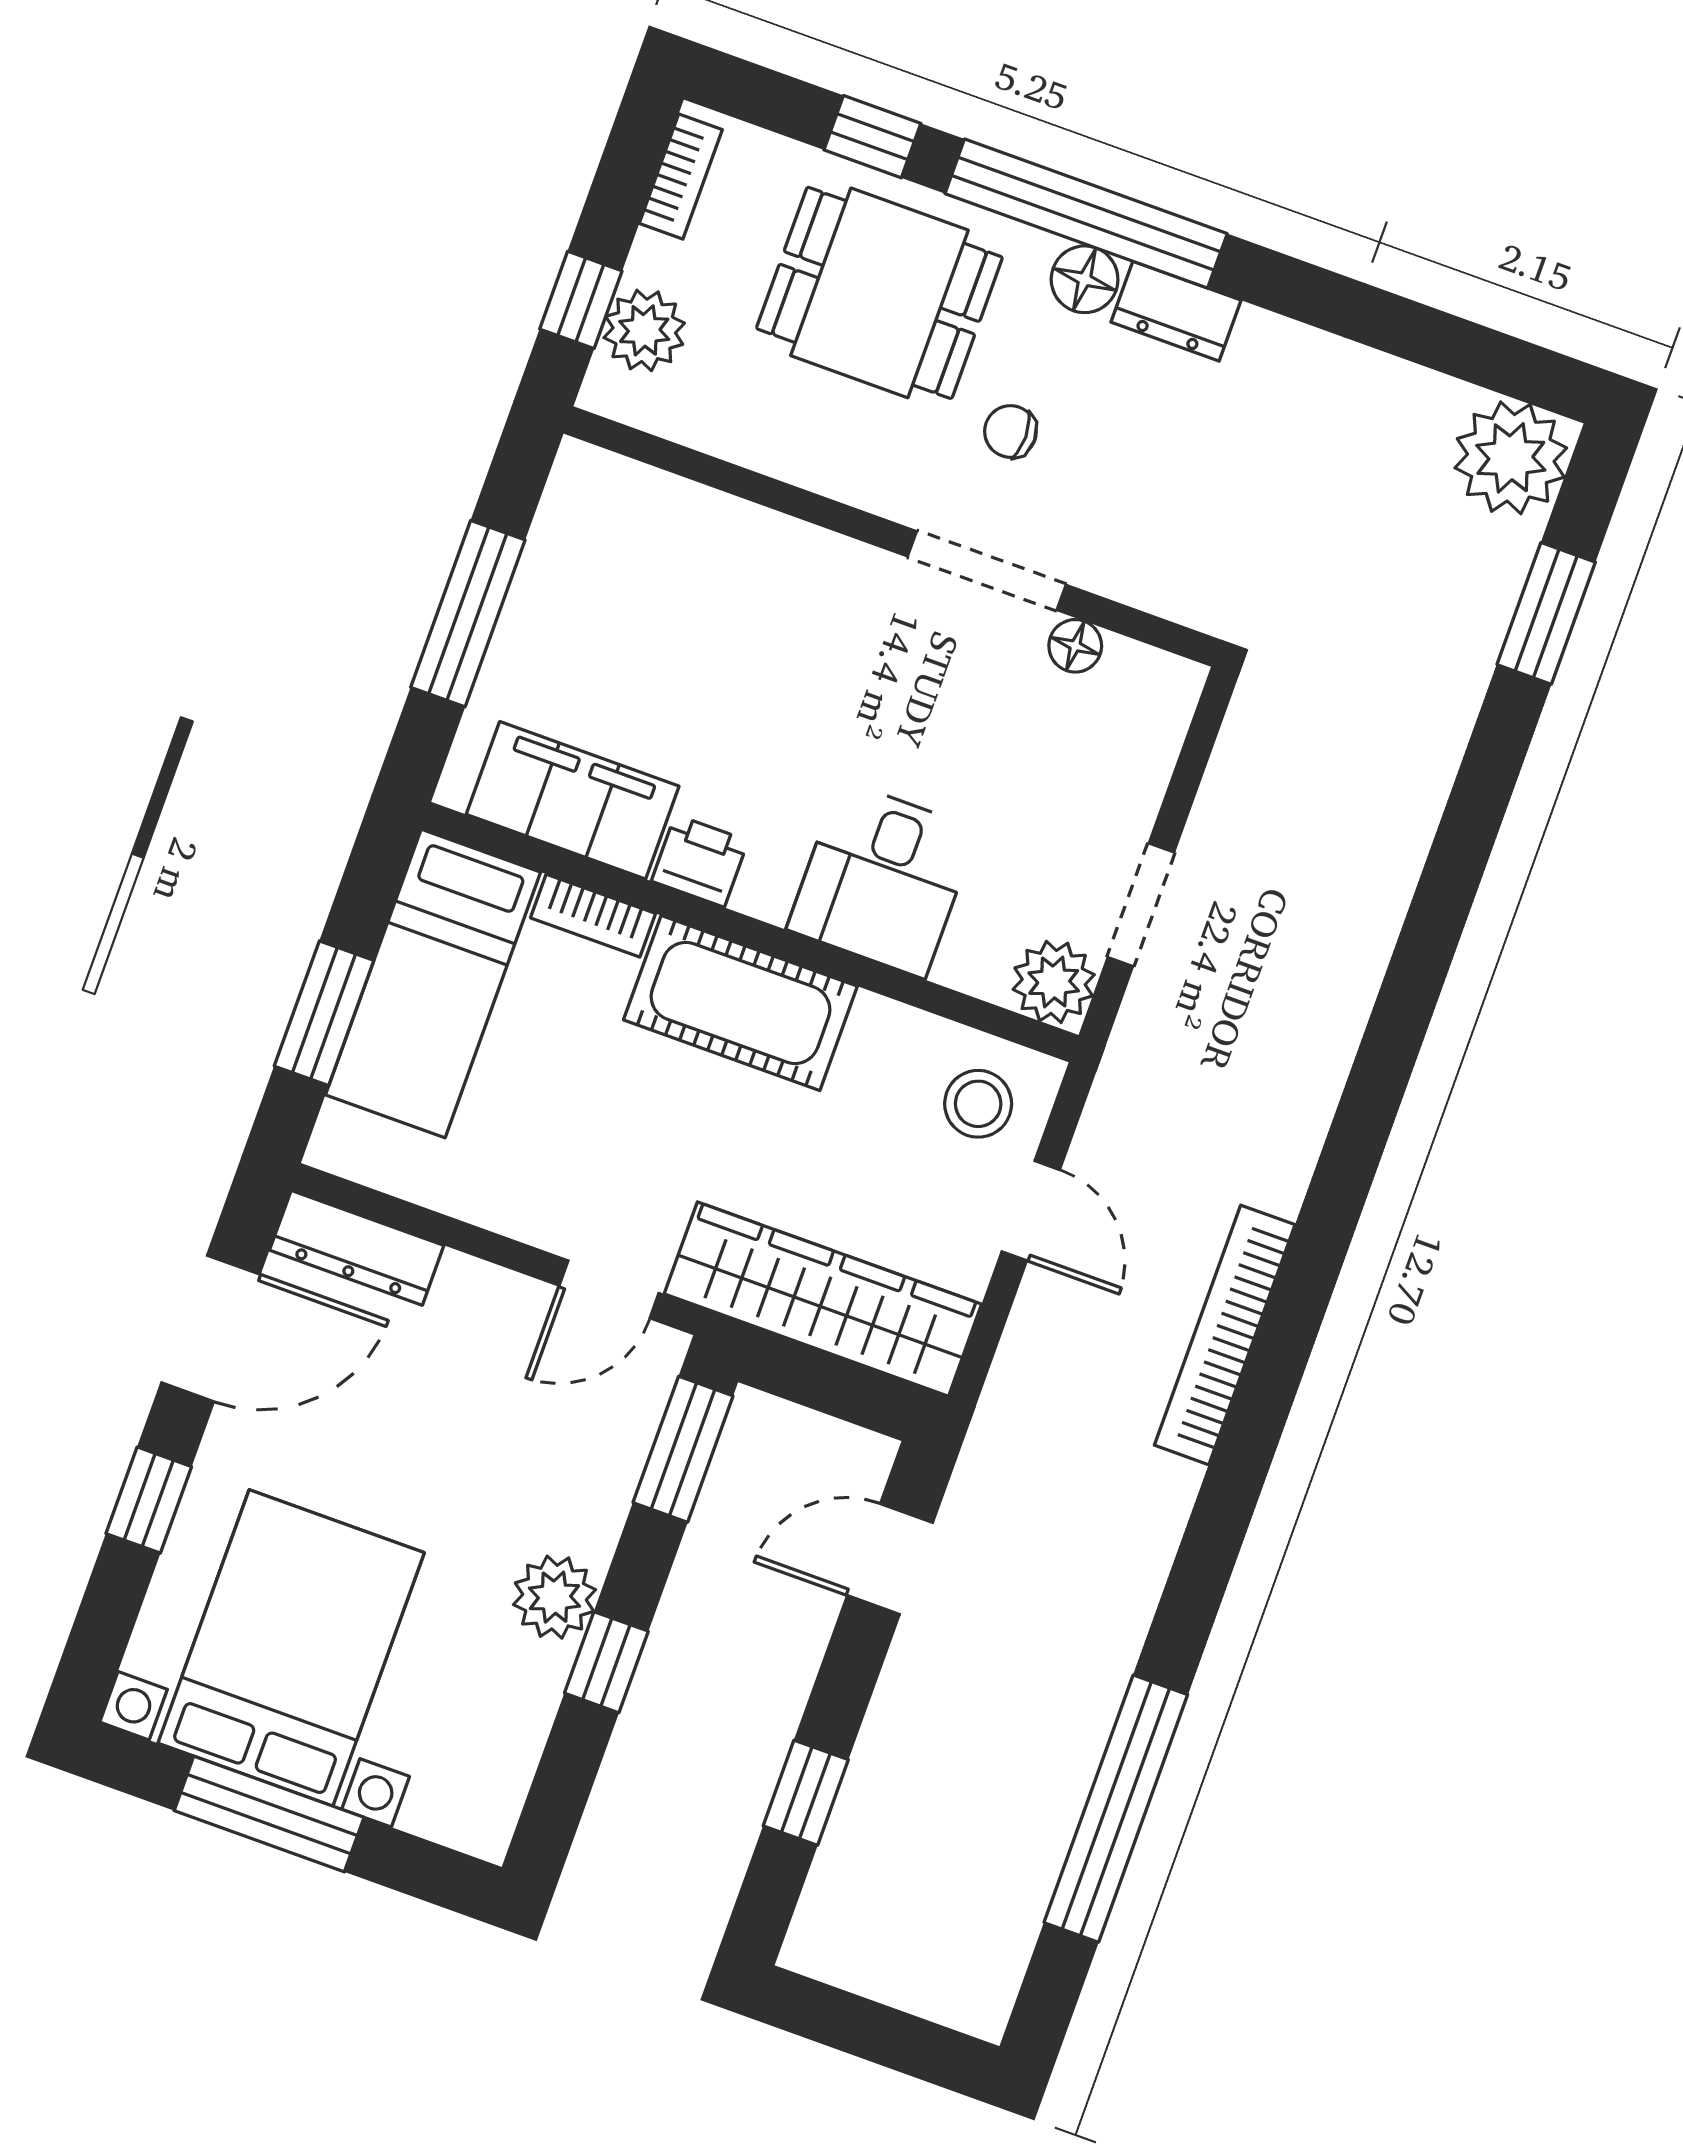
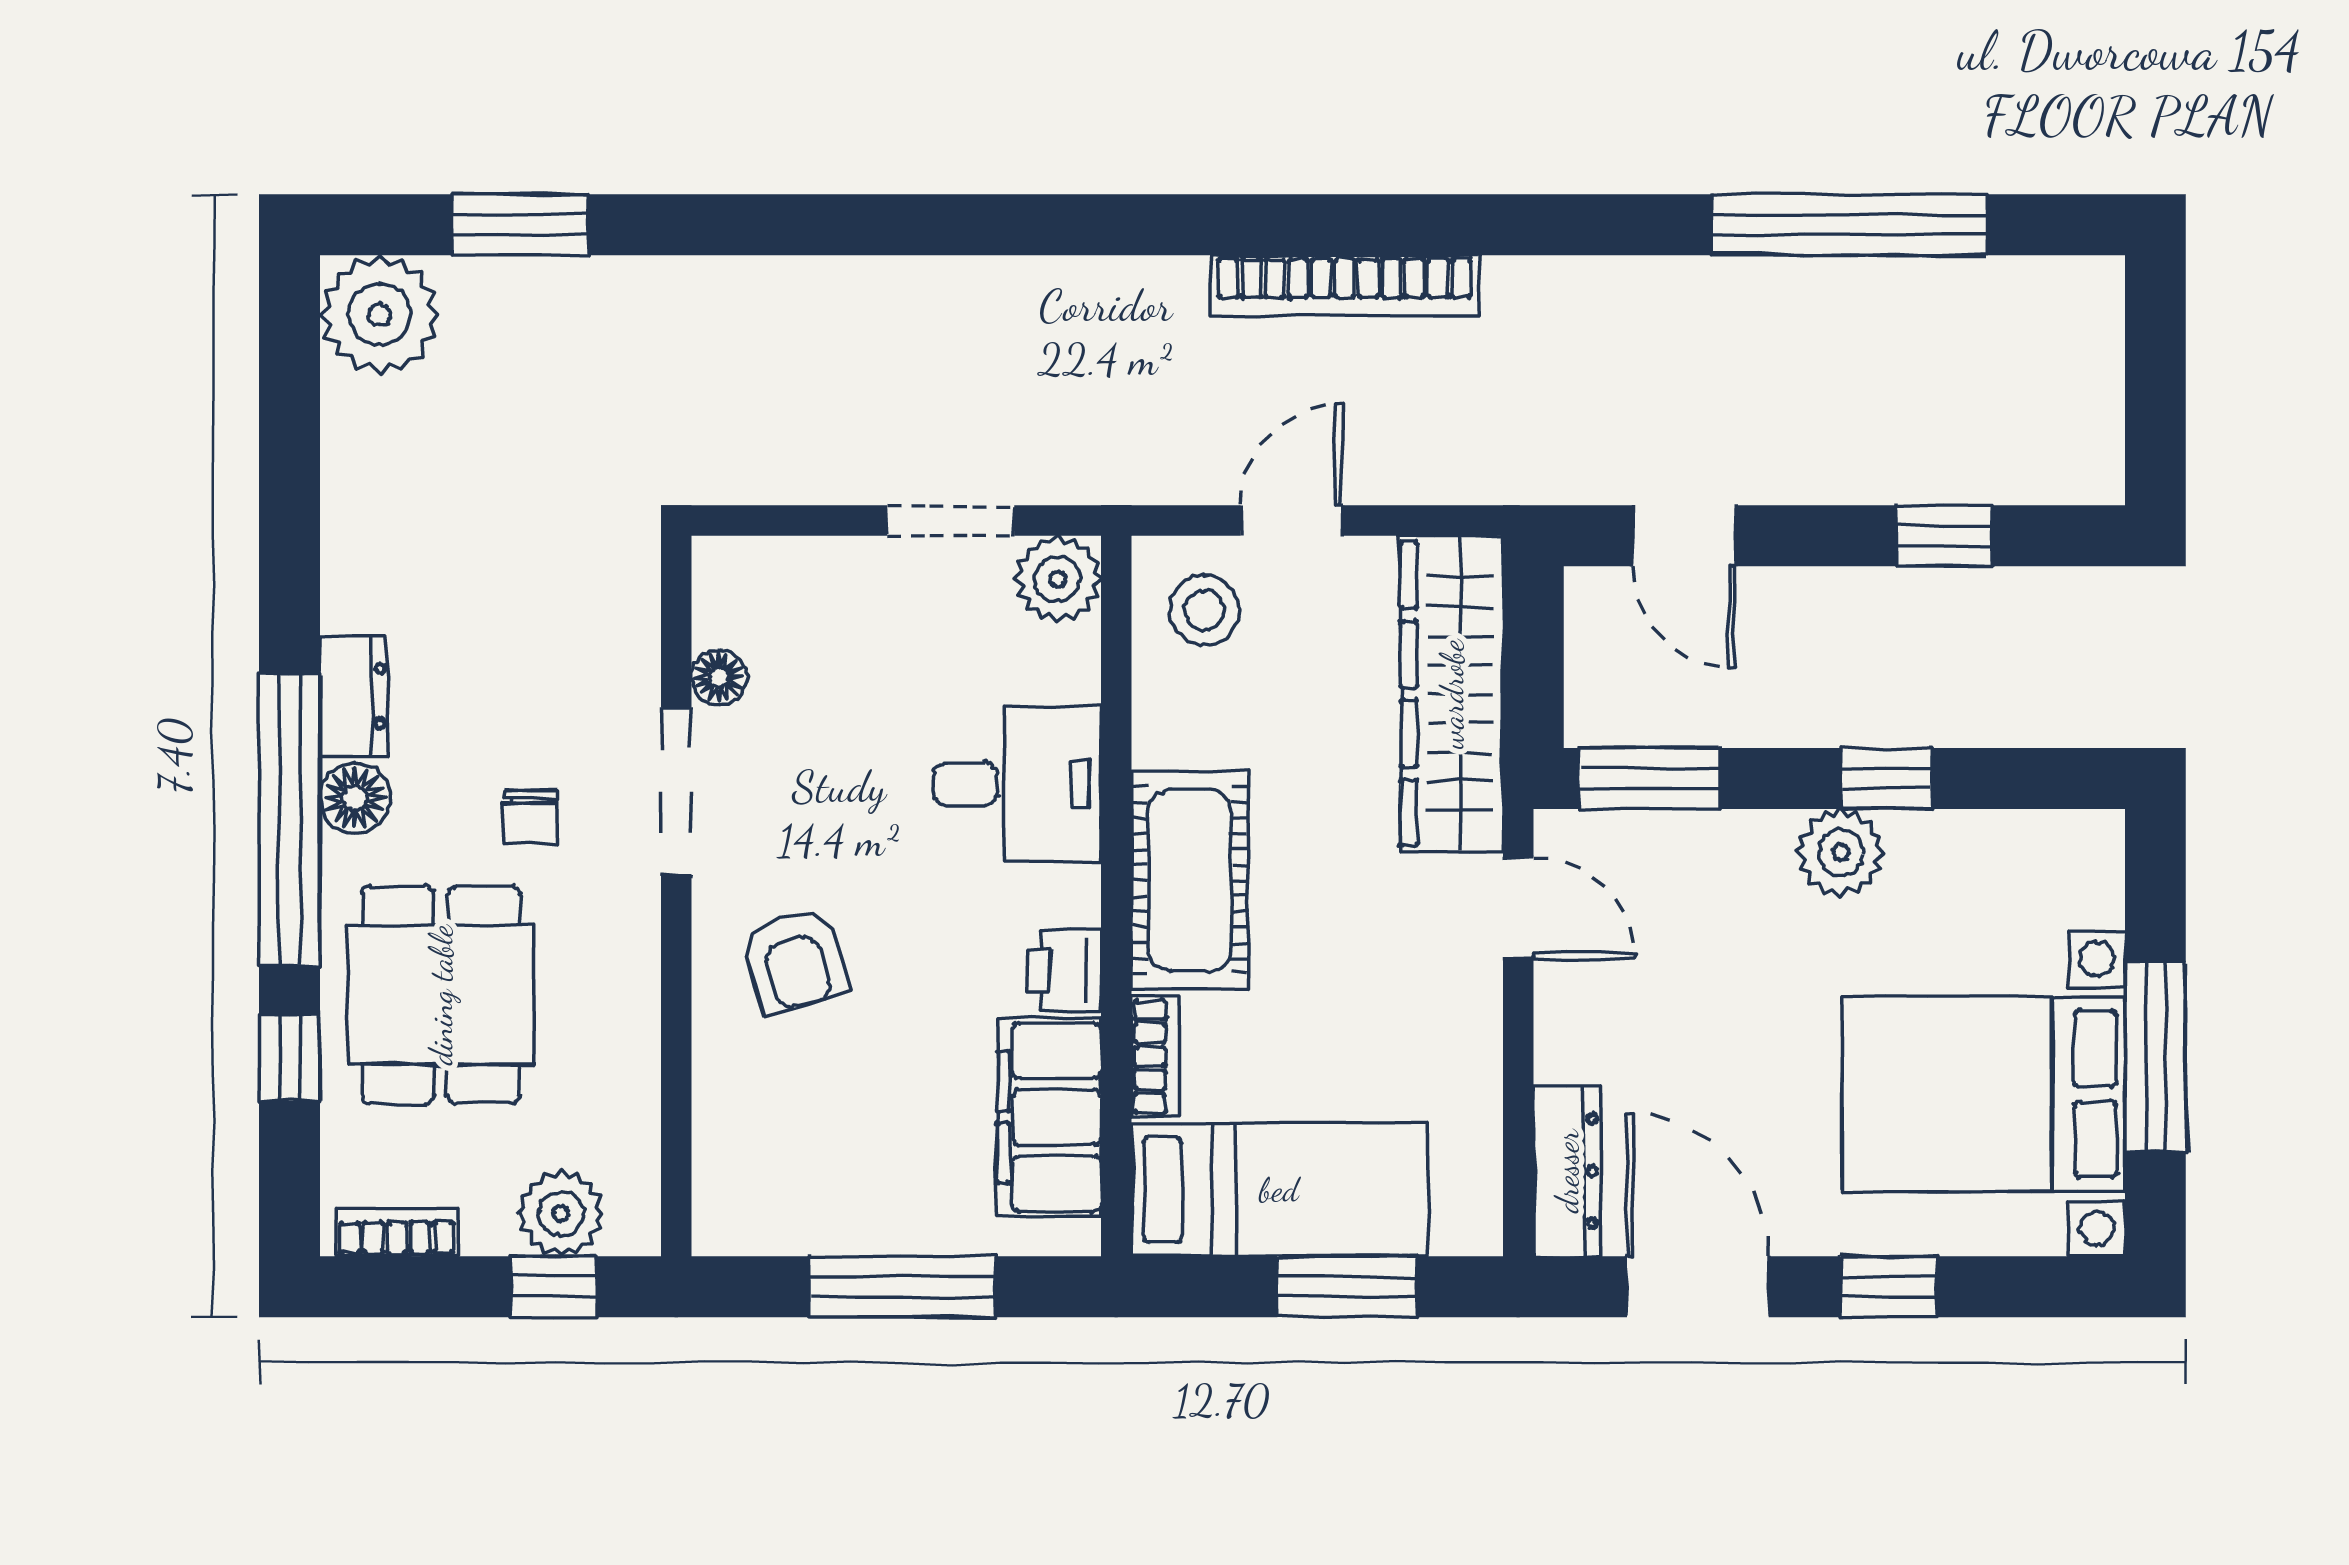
armchair: (796, 622) -> (795, 960), added

